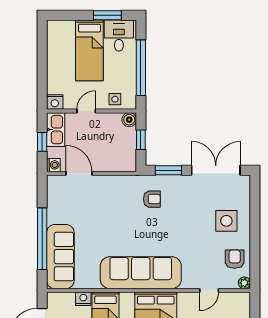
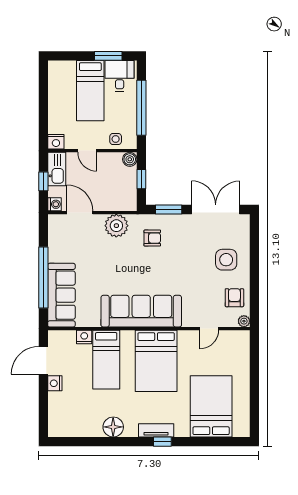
door: (86, 111) -> (87, 151), swing flipped
plant: (116, 187) -> (116, 226), added

